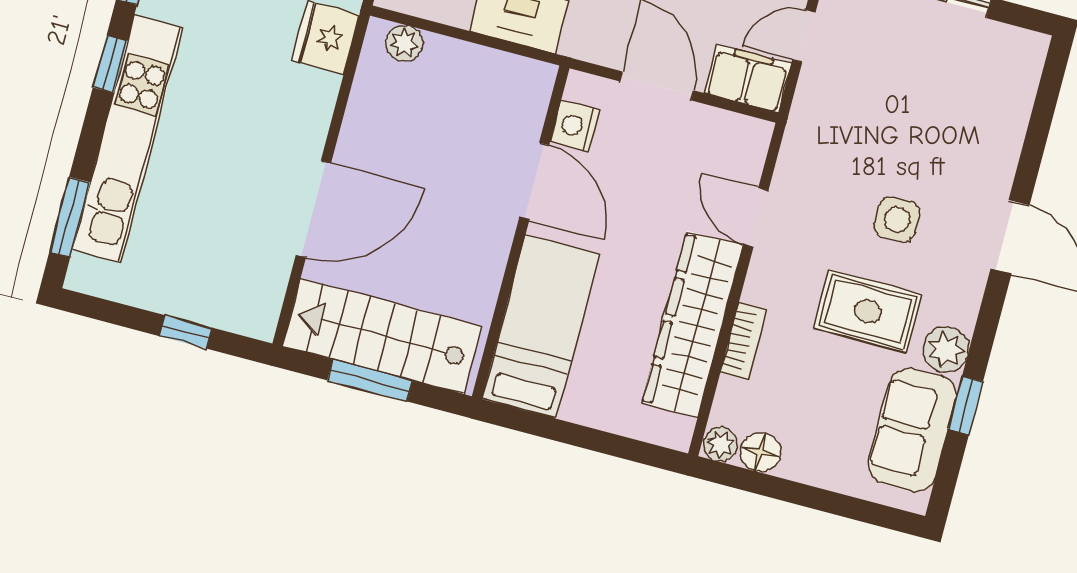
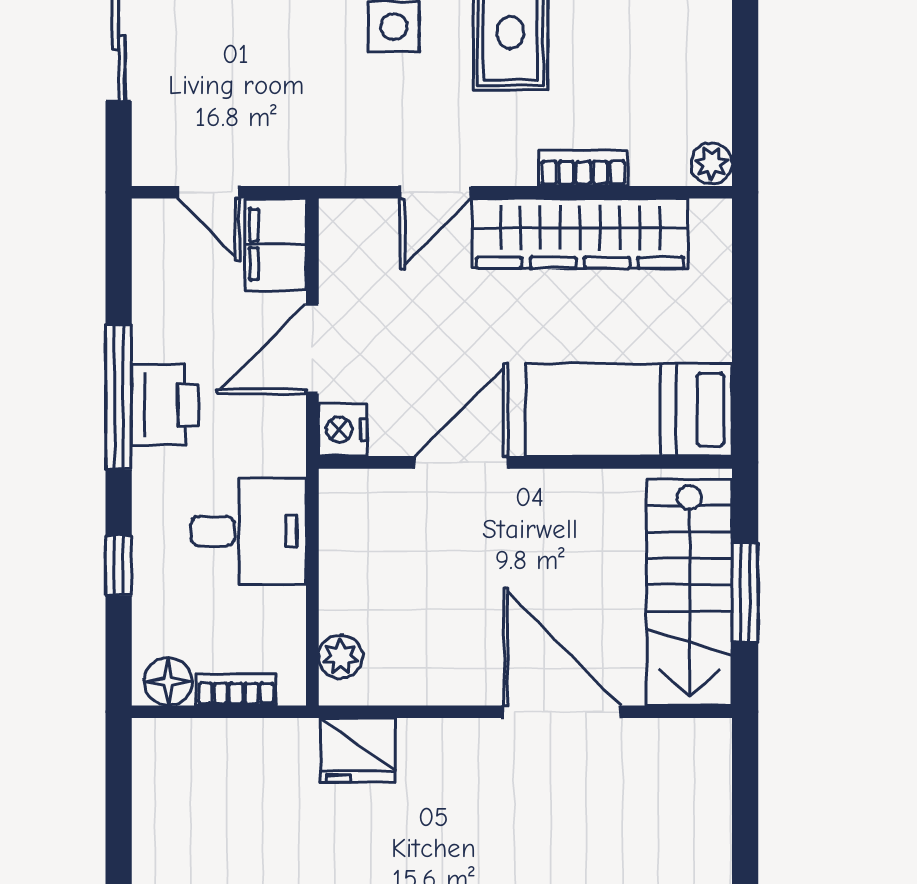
nightstand: (575, 126) -> (343, 430), moved, turned 90
window: (186, 332) -> (745, 823), removed
floor lamp: (760, 452) -> (708, 115), removed

